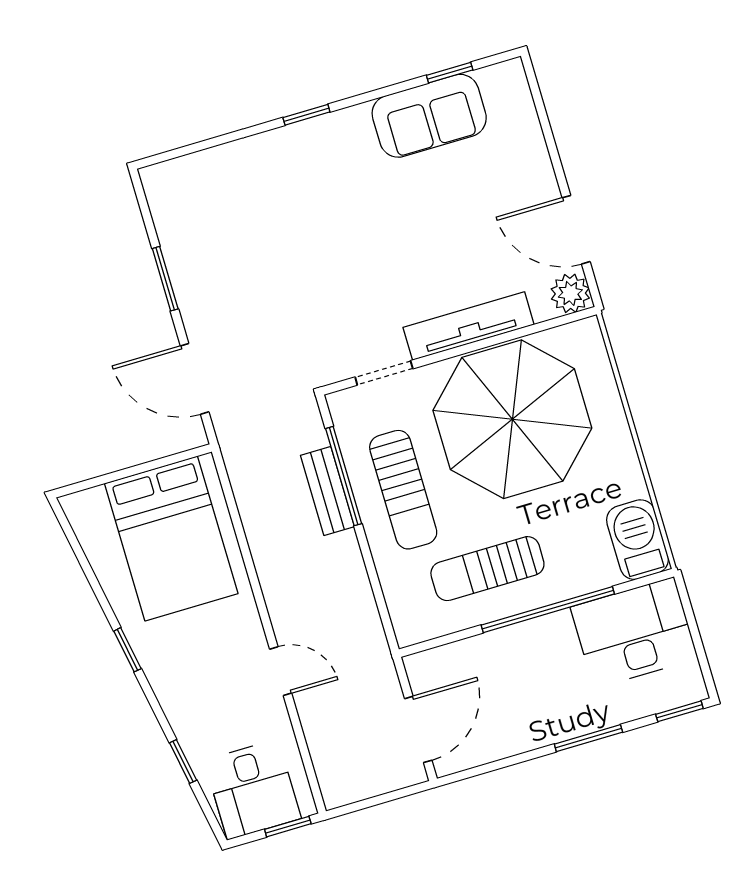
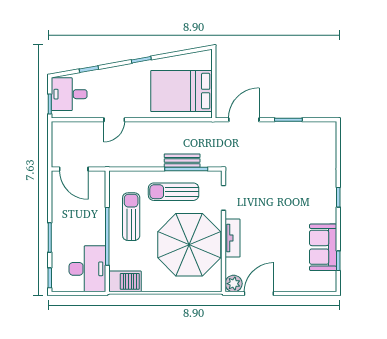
tv unit: (469, 326) -> (233, 238), width x0.71

